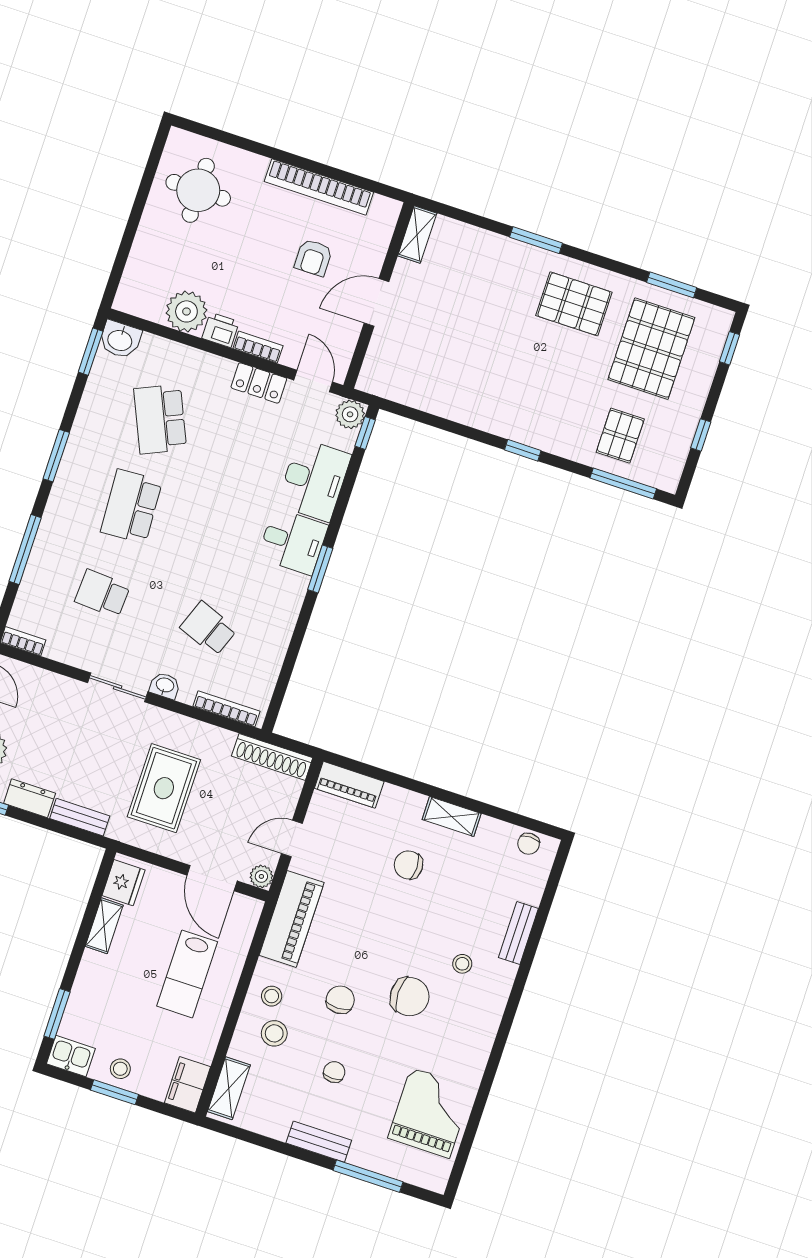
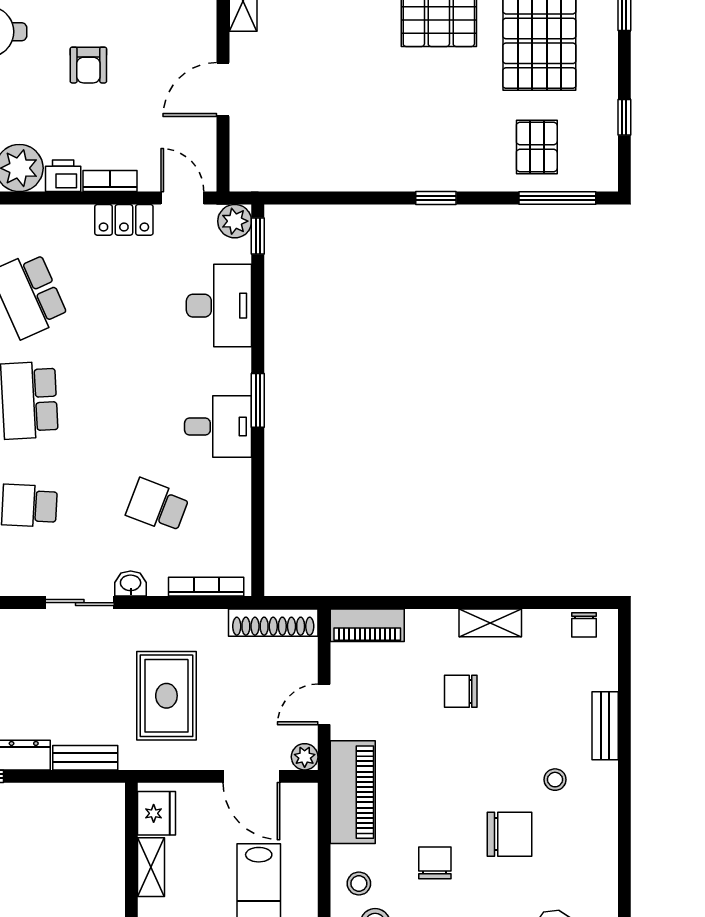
armchair: (313, 258) -> (88, 65), moved
desk: (293, 542) -> (218, 427), moved

